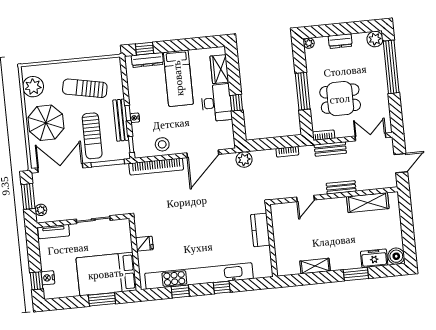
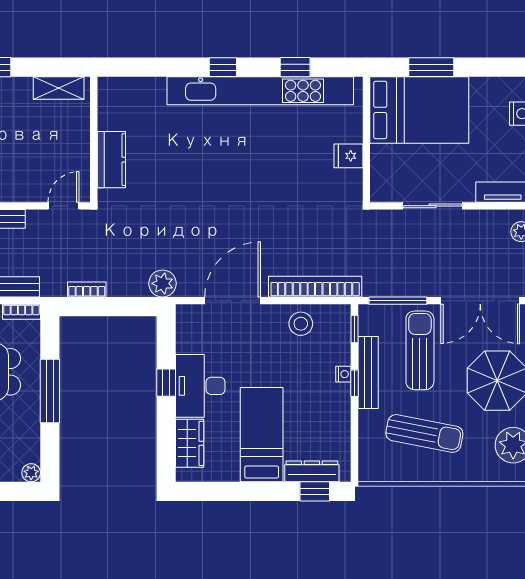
kitchen counter: (260, 230) -> (111, 160), moved
wall: (271, 240) -> (94, 139), moved

